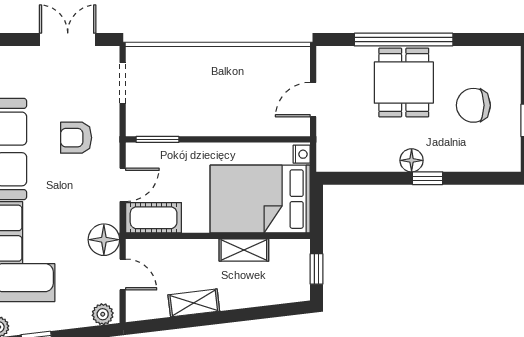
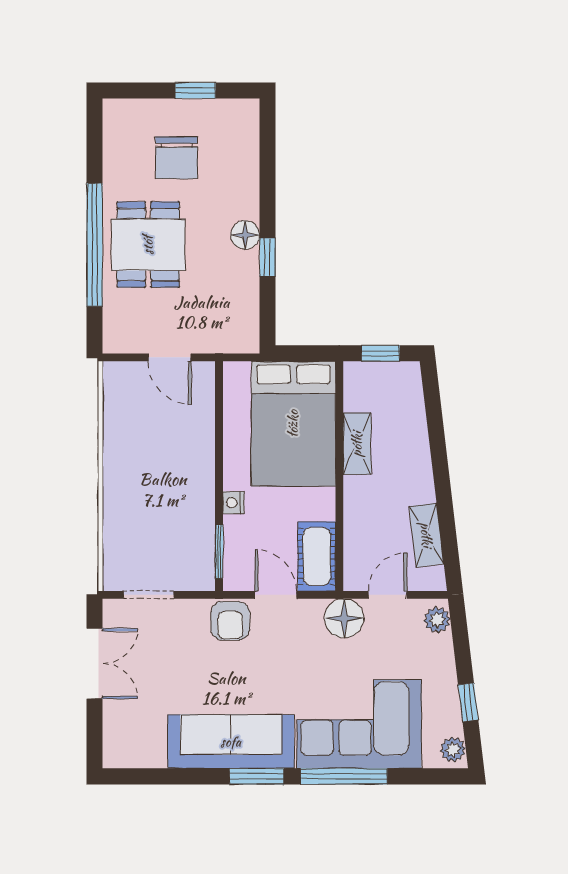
double door: (68, 40) -> (95, 664), swing flipped
dining table: (404, 83) -> (148, 245), turned 90
armchair: (76, 138) -> (230, 621), moved
nightstand: (302, 154) -> (233, 503), moved, turned -90
window: (428, 178) -> (267, 257), moved
shelving: (194, 303) -> (426, 535), moved

